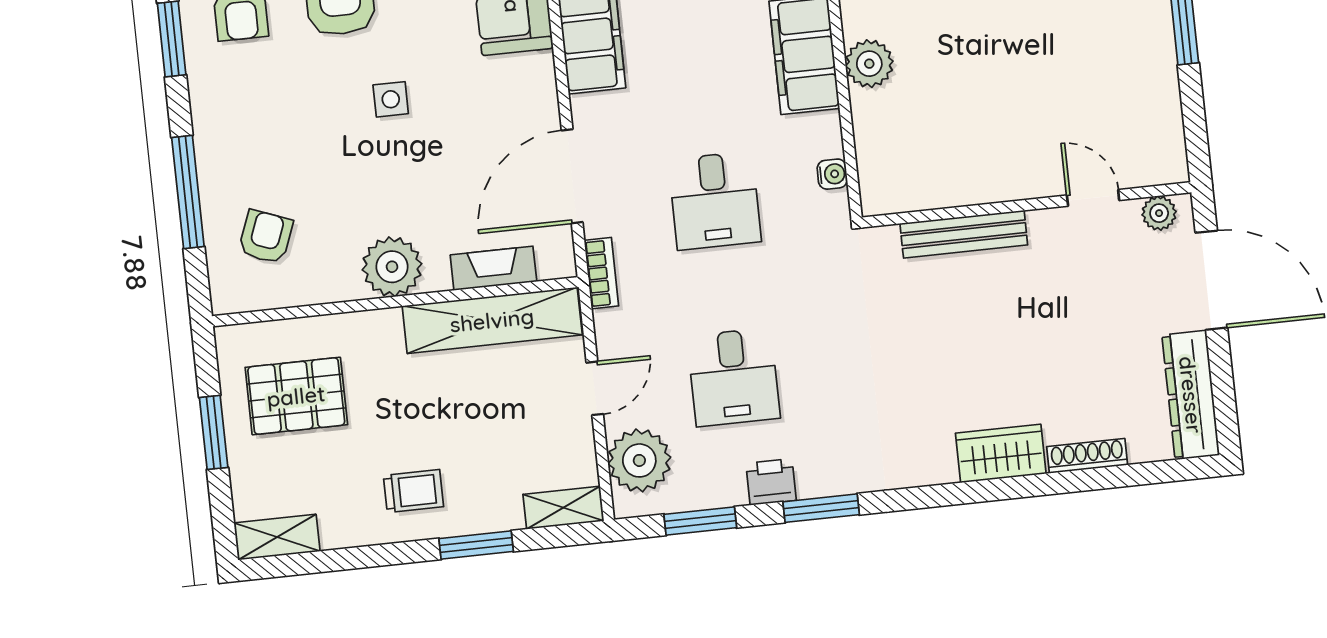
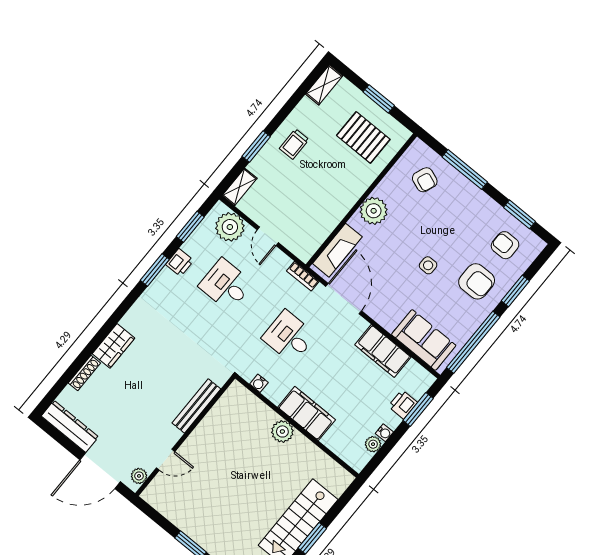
fireplace: (493, 268) -> (337, 250), width x1.37, depth x1.32
shelving: (492, 320) -> (323, 225), removed
pallet: (296, 396) -> (363, 137), turned 90

